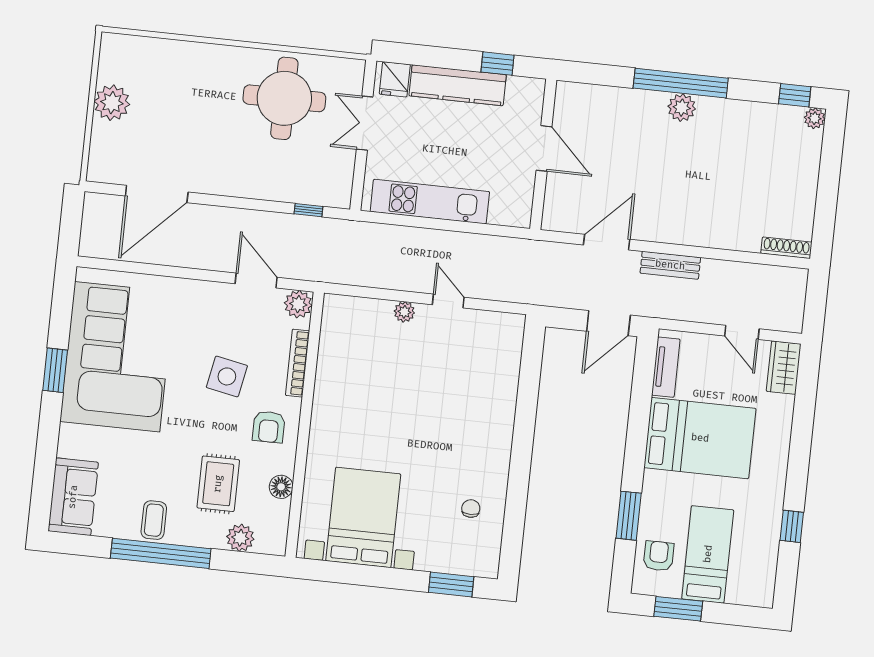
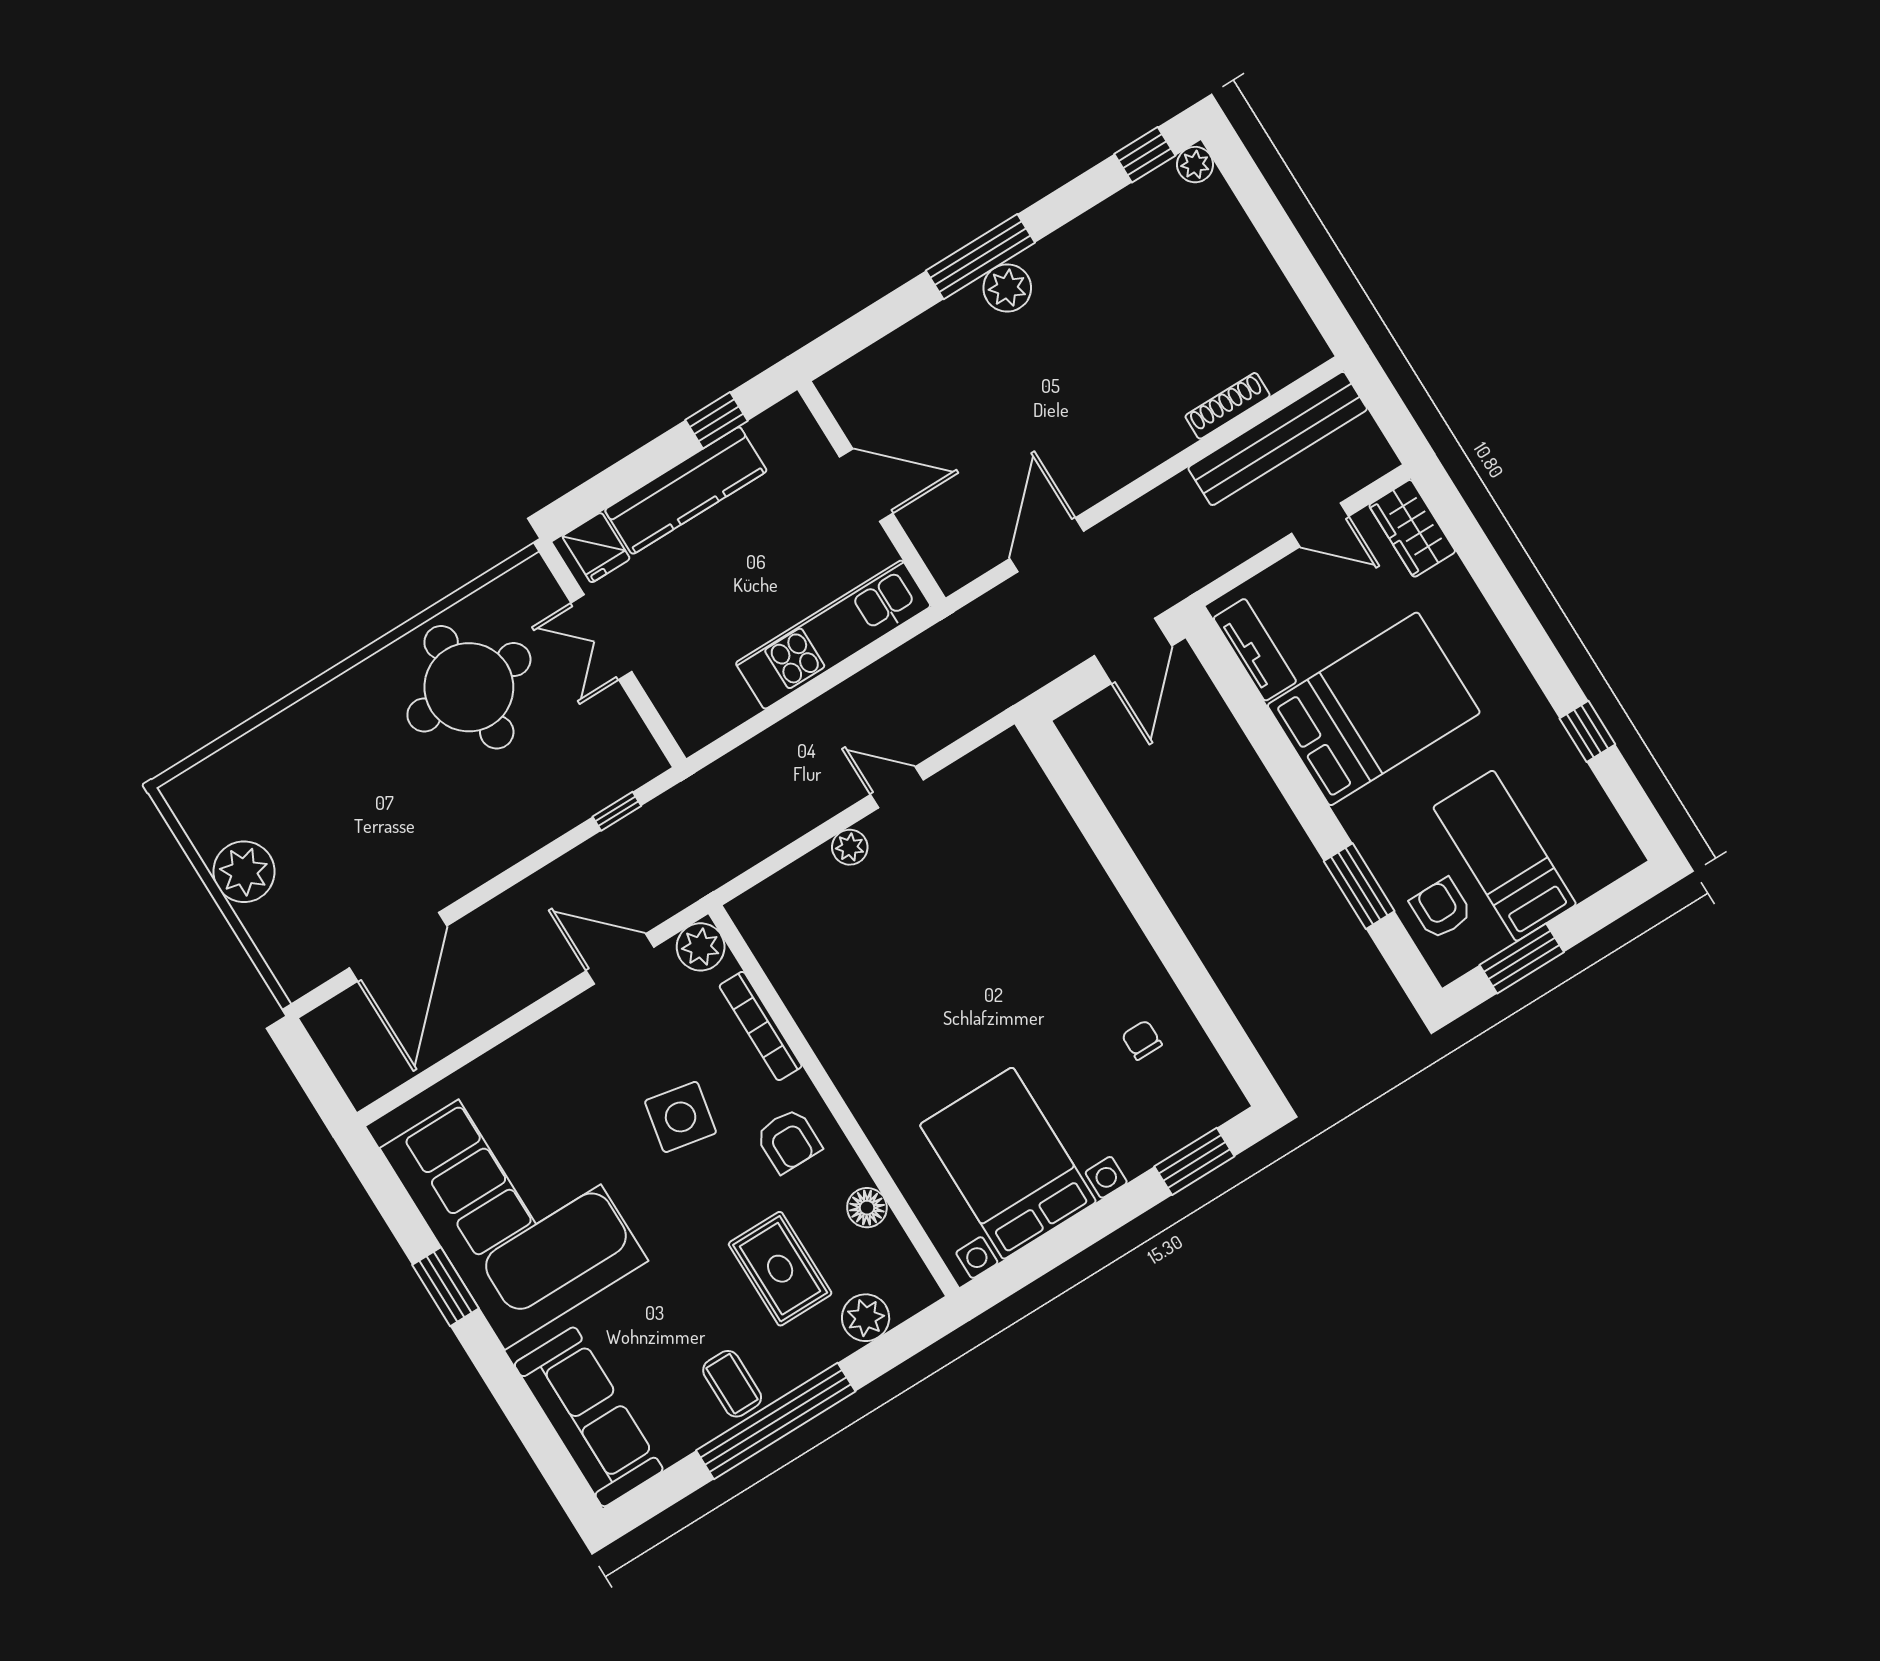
window: (681, 83) -> (980, 257), width x0.68
kitchen unit: (430, 202) -> (833, 635), moved
shoe rack: (786, 248) -> (1228, 406), moved
bench: (670, 265) -> (1278, 438), moved, width x1.86, depth x1.21
sofa: (73, 497) -> (589, 1417), width x1.36

